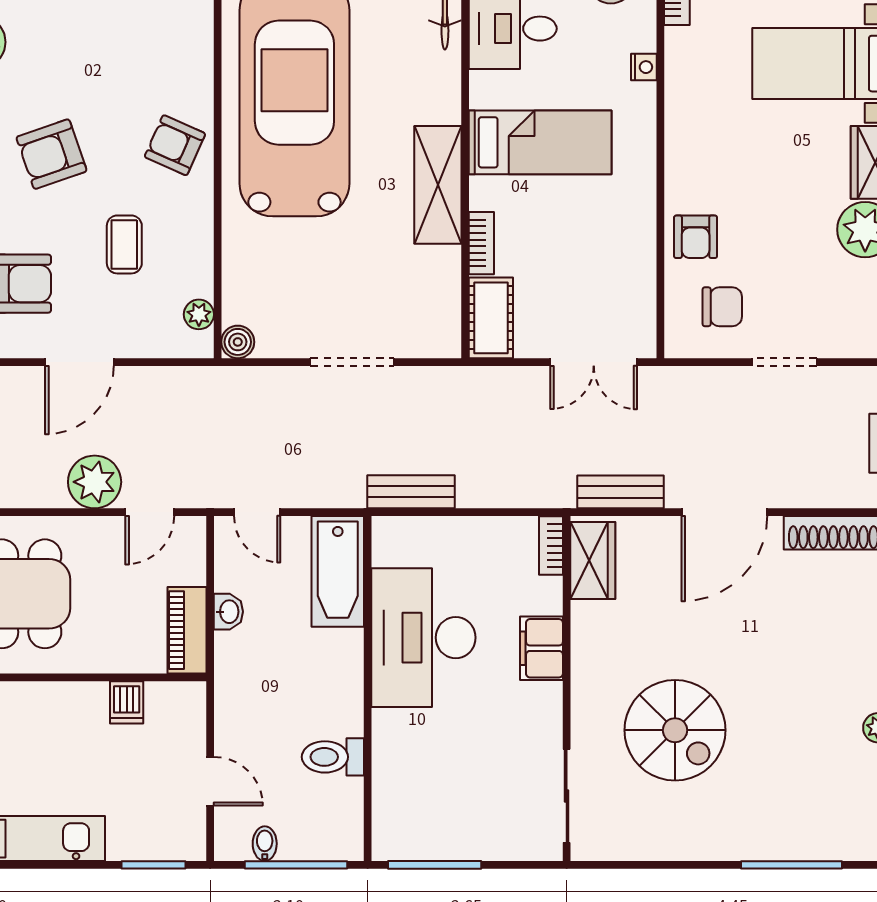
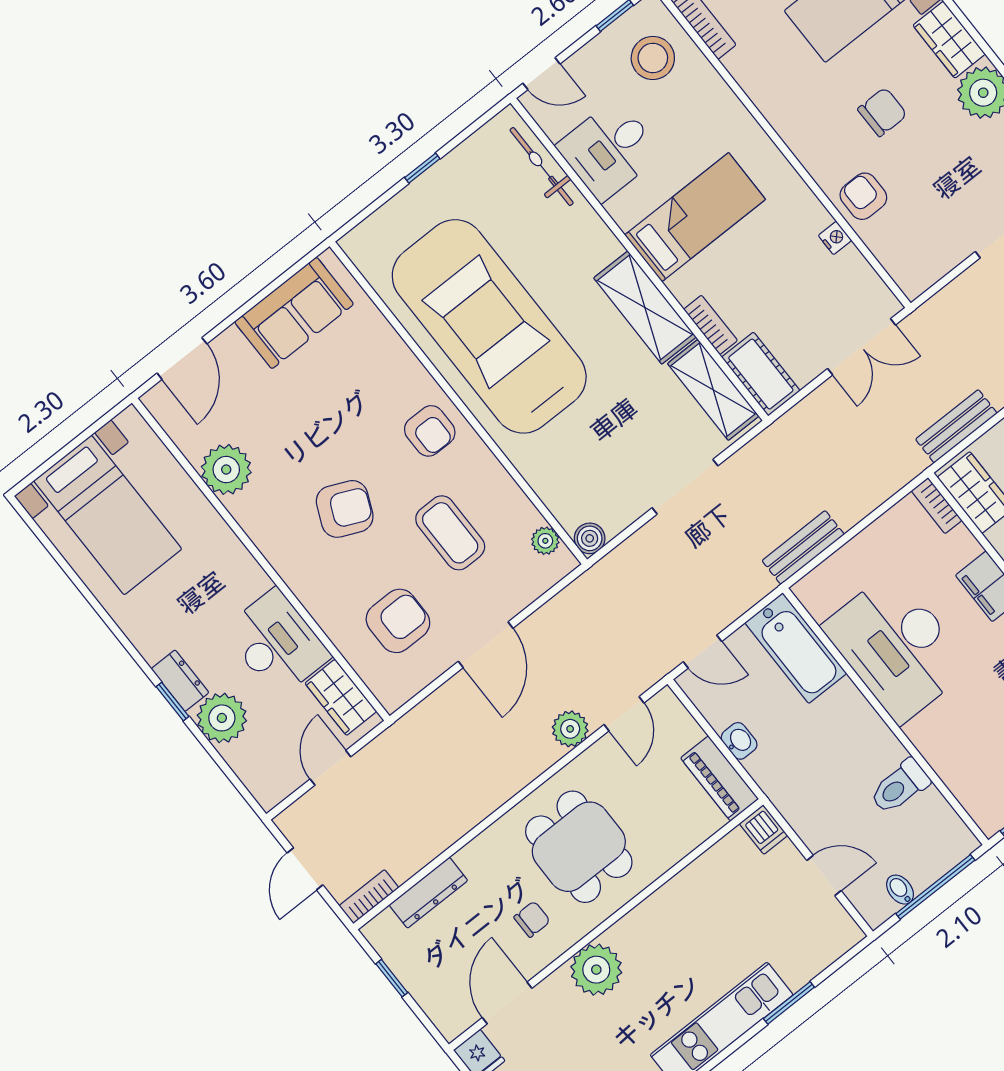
nightstand: (644, 67) -> (835, 238), moved
armchair: (175, 145) -> (430, 431), turned -114
armchair: (52, 154) -> (345, 509), turned -137
armchair: (696, 237) -> (863, 196), turned 180
coffee table: (124, 244) -> (450, 533), width x1.36, depth x1.30
shelving: (440, 299) -> (713, 390), added
chair: (722, 307) -> (882, 112), moved
plant: (95, 482) -> (570, 729), width x0.73, depth x0.73
dishwasher: (127, 702) -> (763, 830), moved
window: (154, 865) -> (789, 1003), moved

